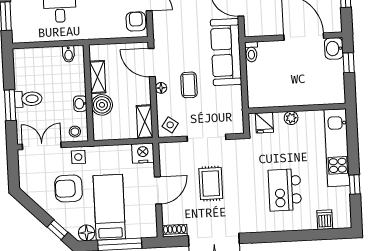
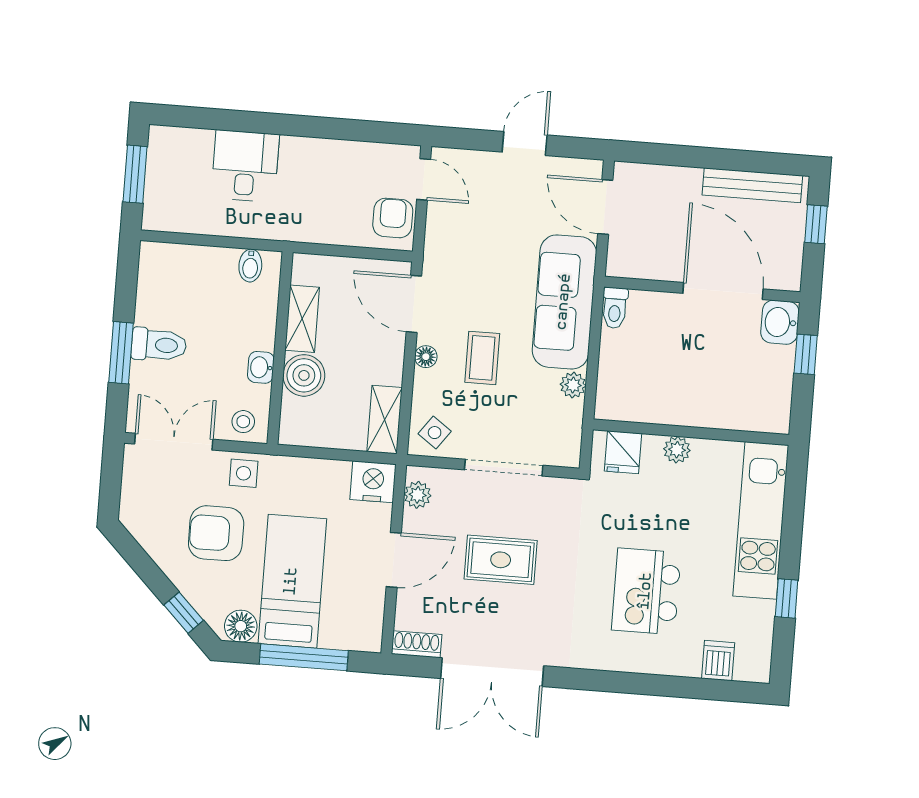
plant: (236, 93) -> (573, 385), added
plant: (166, 157) -> (418, 495), added
rug: (211, 184) -> (501, 560), turned 90

